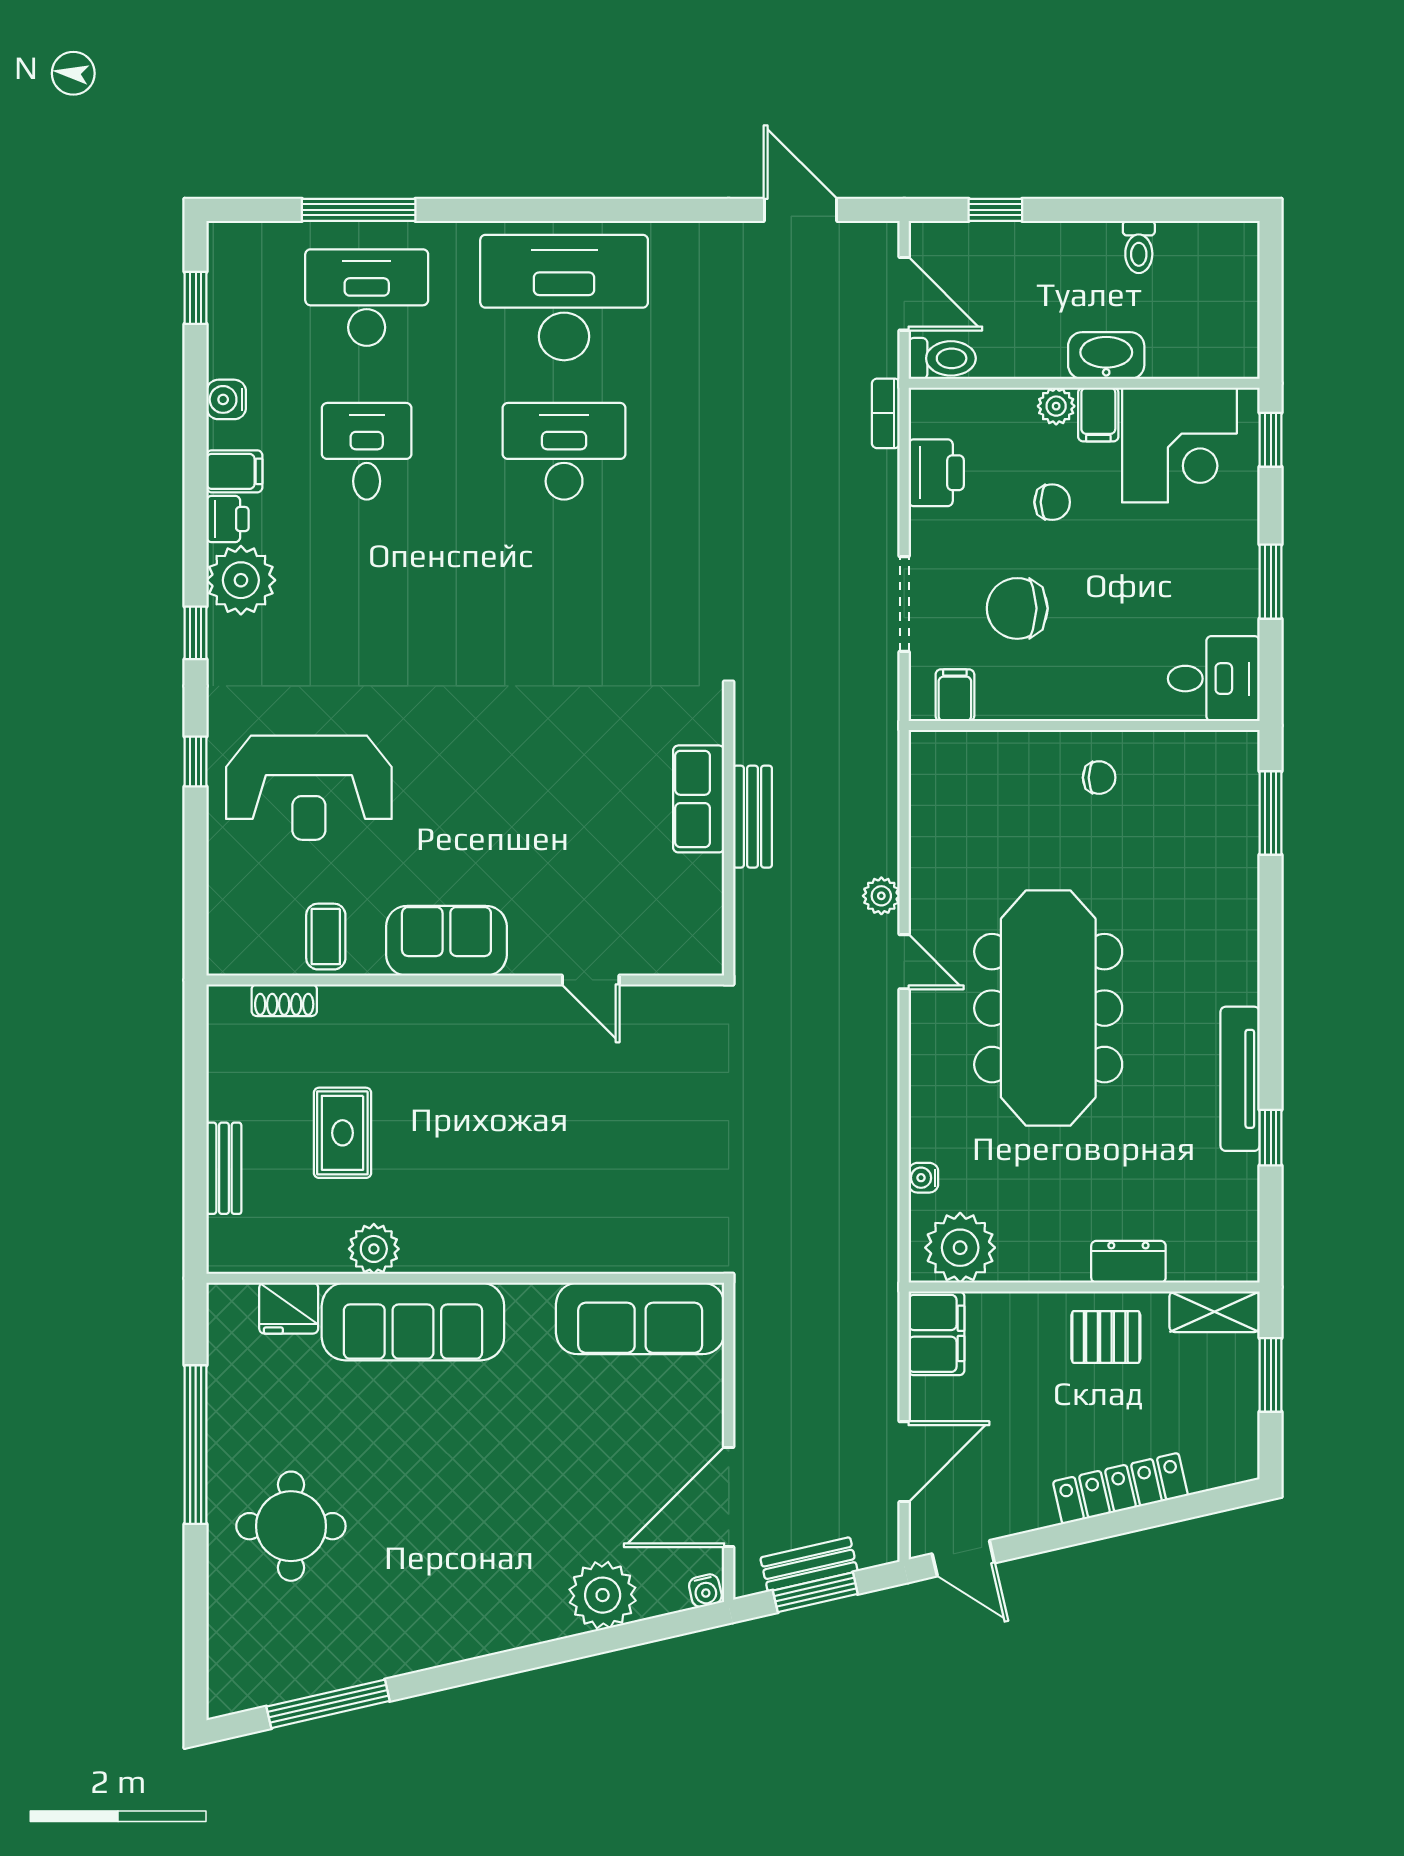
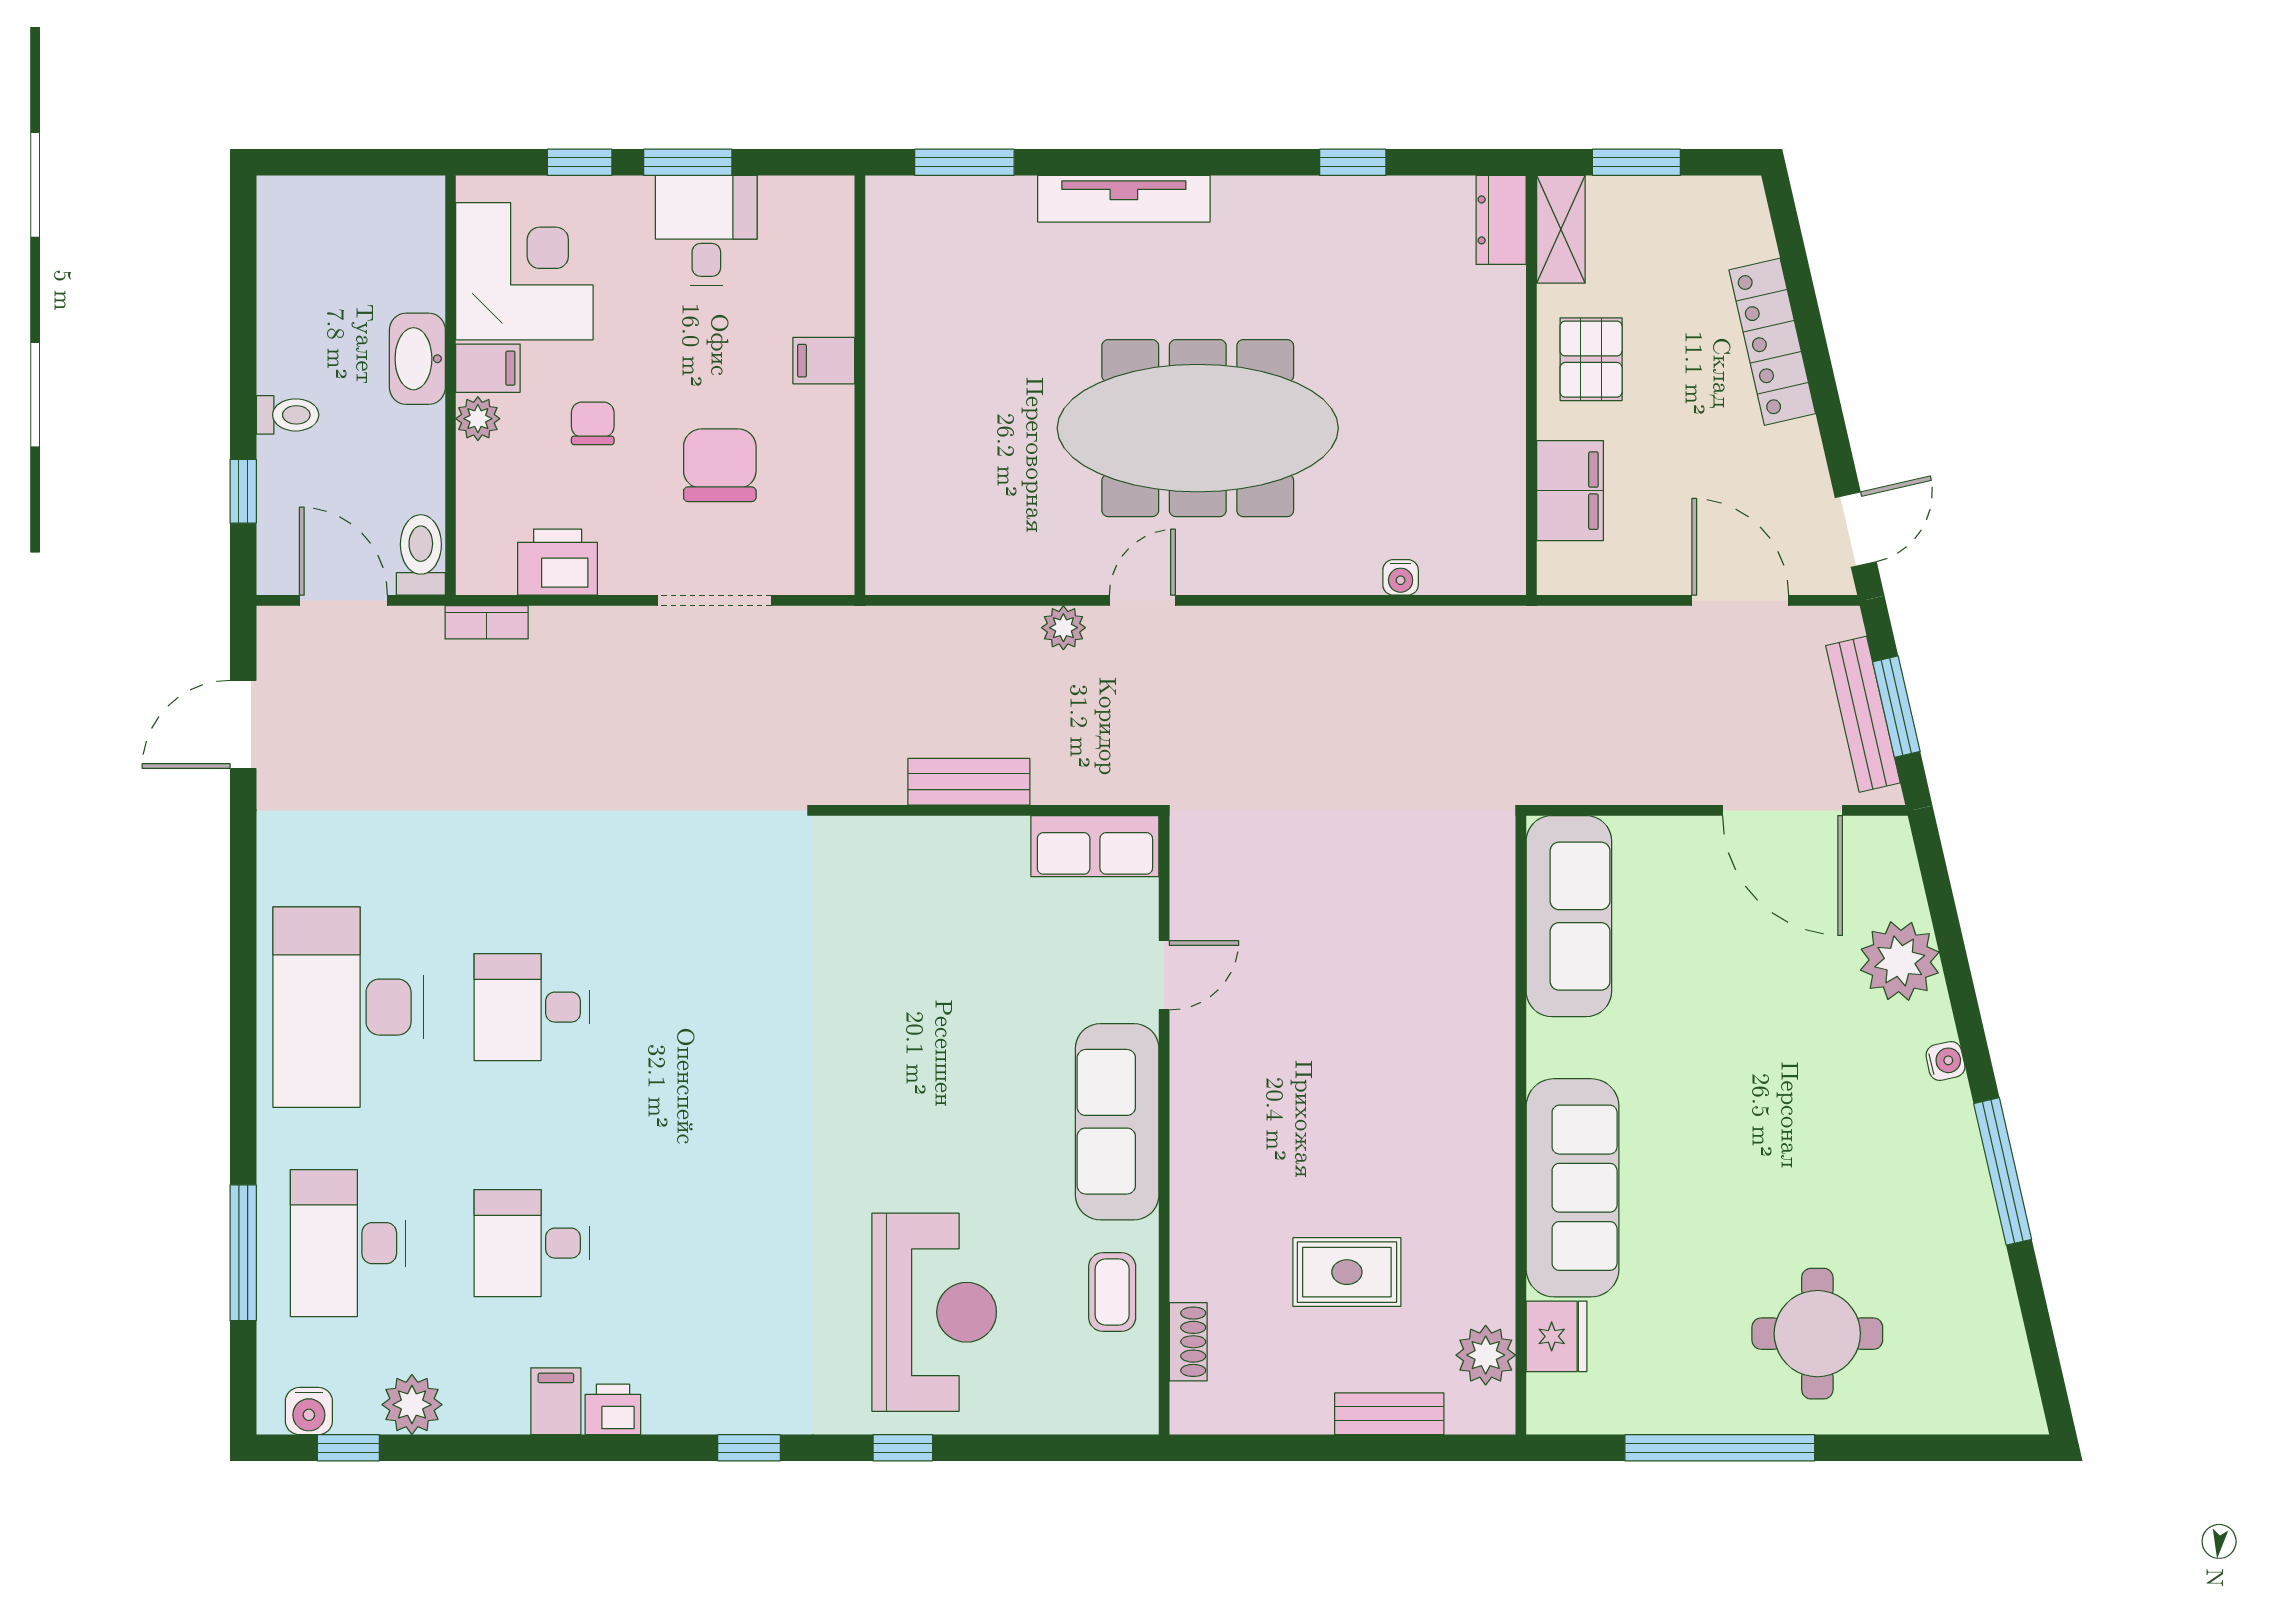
toilet: (1139, 247) -> (288, 415), moved
door: (904, 294) -> (343, 600), hinge flipped
water cooler: (226, 399) -> (309, 1411), moved
window: (1271, 440) -> (580, 162), moved
desk: (564, 451) -> (532, 1007), width x0.73
plant: (241, 580) -> (412, 1405), moved, width x0.73, depth x0.73
chair: (1017, 608) -> (720, 465), turned 180
desk: (1214, 679) -> (706, 230), moved
filing cabinet: (955, 695) -> (824, 361), moved
chair: (1099, 778) -> (922, 367), removed
row of seats: (699, 799) -> (1095, 846), moved
coffee table: (326, 937) -> (1112, 1292), turned 90
sofa: (446, 941) -> (1117, 1122), width x1.36
tv unit: (1240, 1079) -> (1124, 199), moved
plant: (960, 1248) -> (1484, 533), removed
plant: (374, 1249) -> (1486, 1355), moved
dresser: (1128, 1262) -> (1501, 220), moved
filing cabinet: (936, 1333) -> (1570, 491), moved, turned 90
bench: (809, 1564) -> (1863, 714), width x1.36
water cooler: (705, 1591) -> (1945, 1061), moved
window: (328, 1704) -> (2003, 1171), moved

